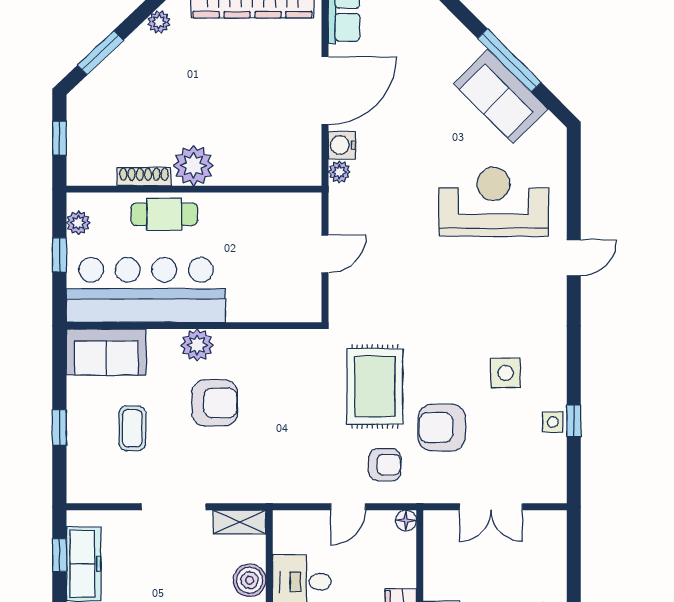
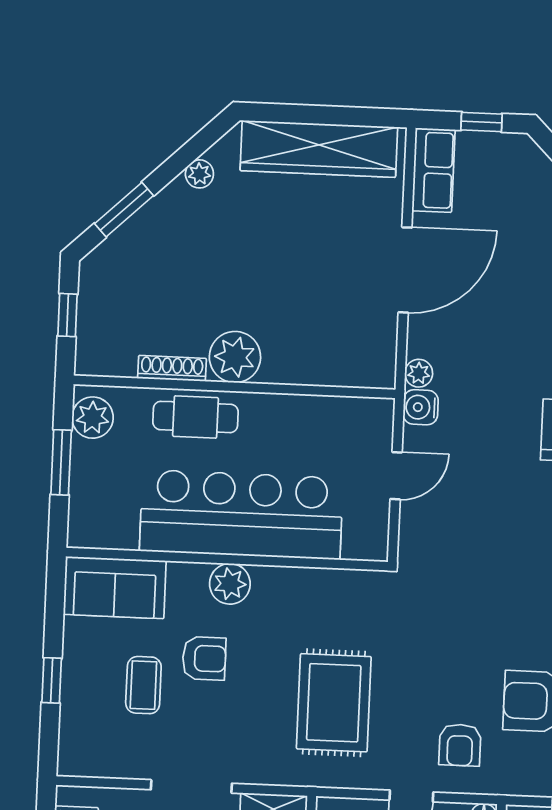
water cooler: (342, 145) -> (421, 407), moved
plant: (78, 223) -> (93, 418), width x1.38, depth x1.38
window: (59, 255) -> (61, 462), width x1.50
bar counter: (146, 290) -> (241, 515), moved
rug: (375, 386) -> (334, 703), moved
armchair: (215, 403) -> (204, 658), moved, width x0.72, depth x0.72
armchair: (385, 465) -> (460, 745), turned 90

